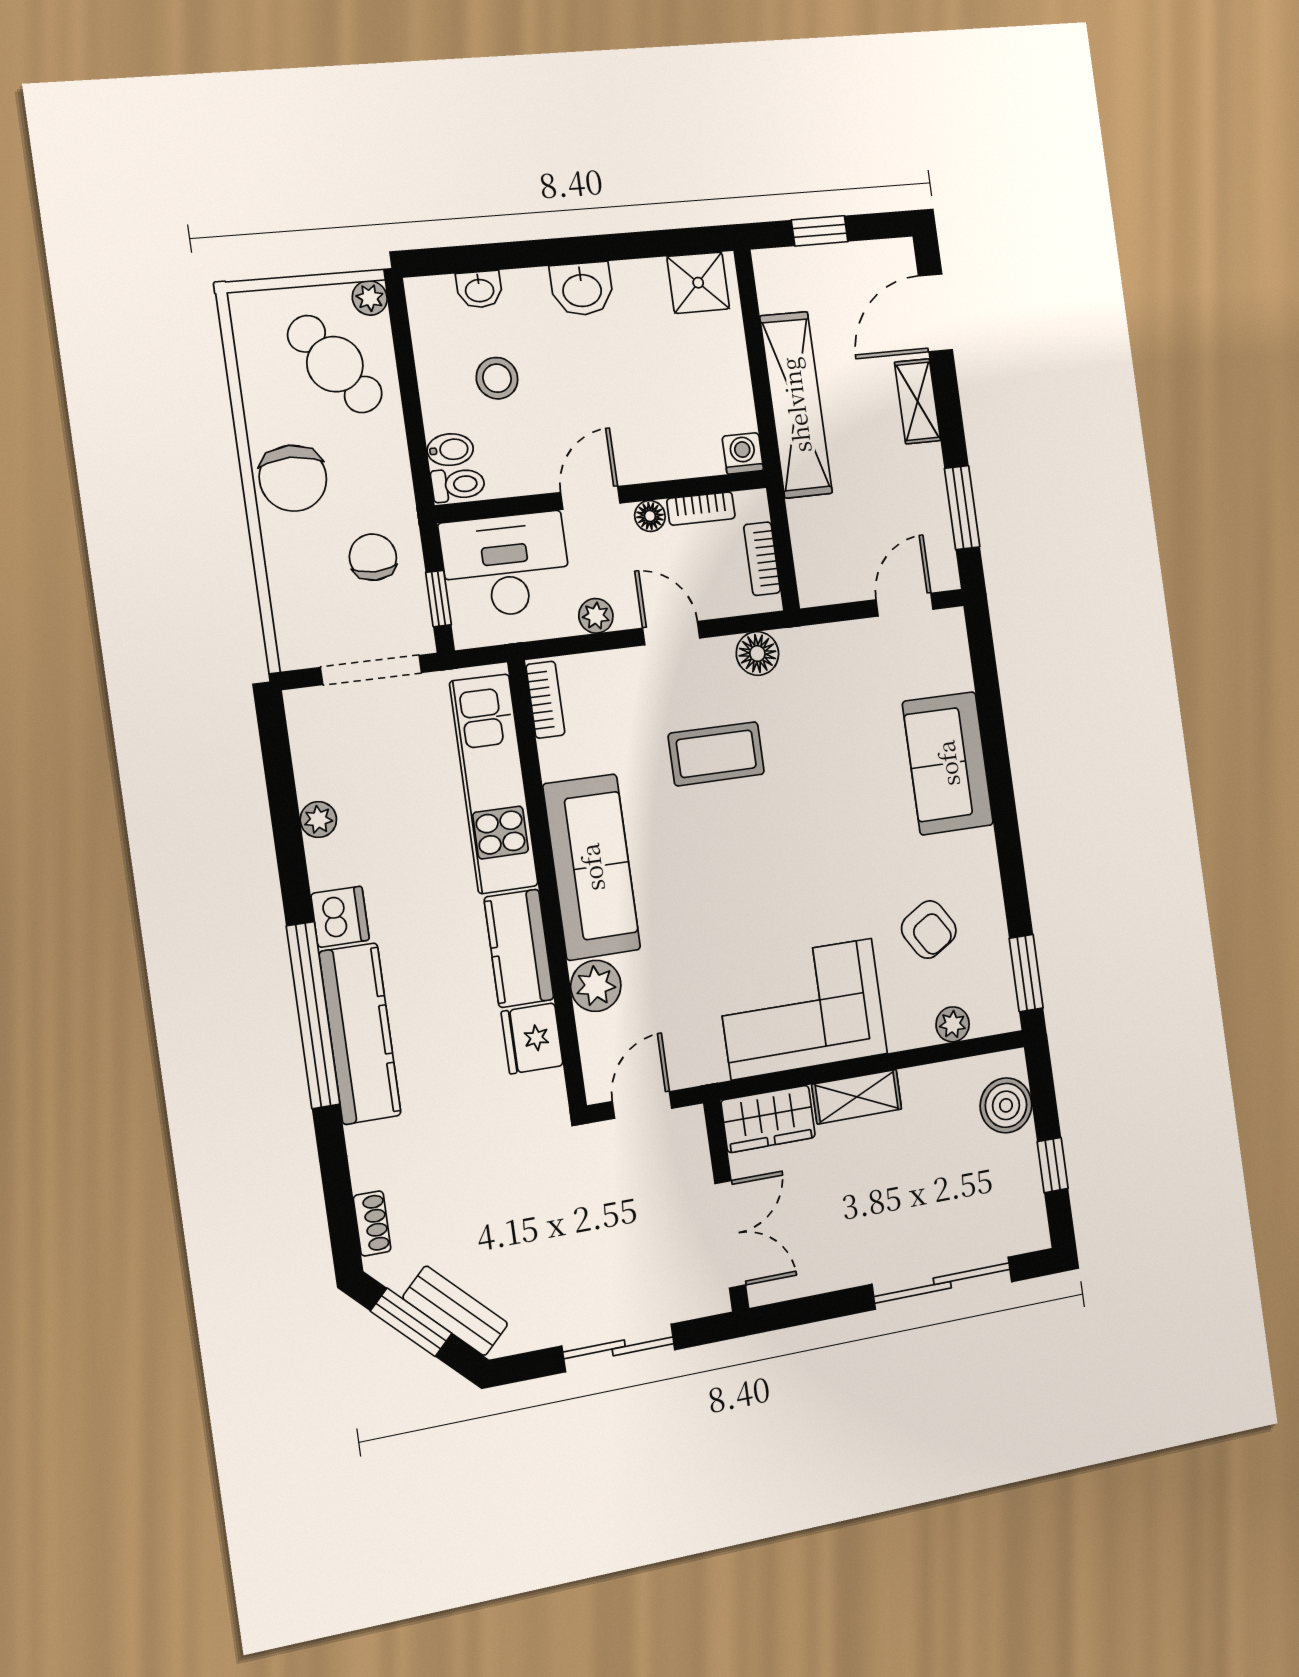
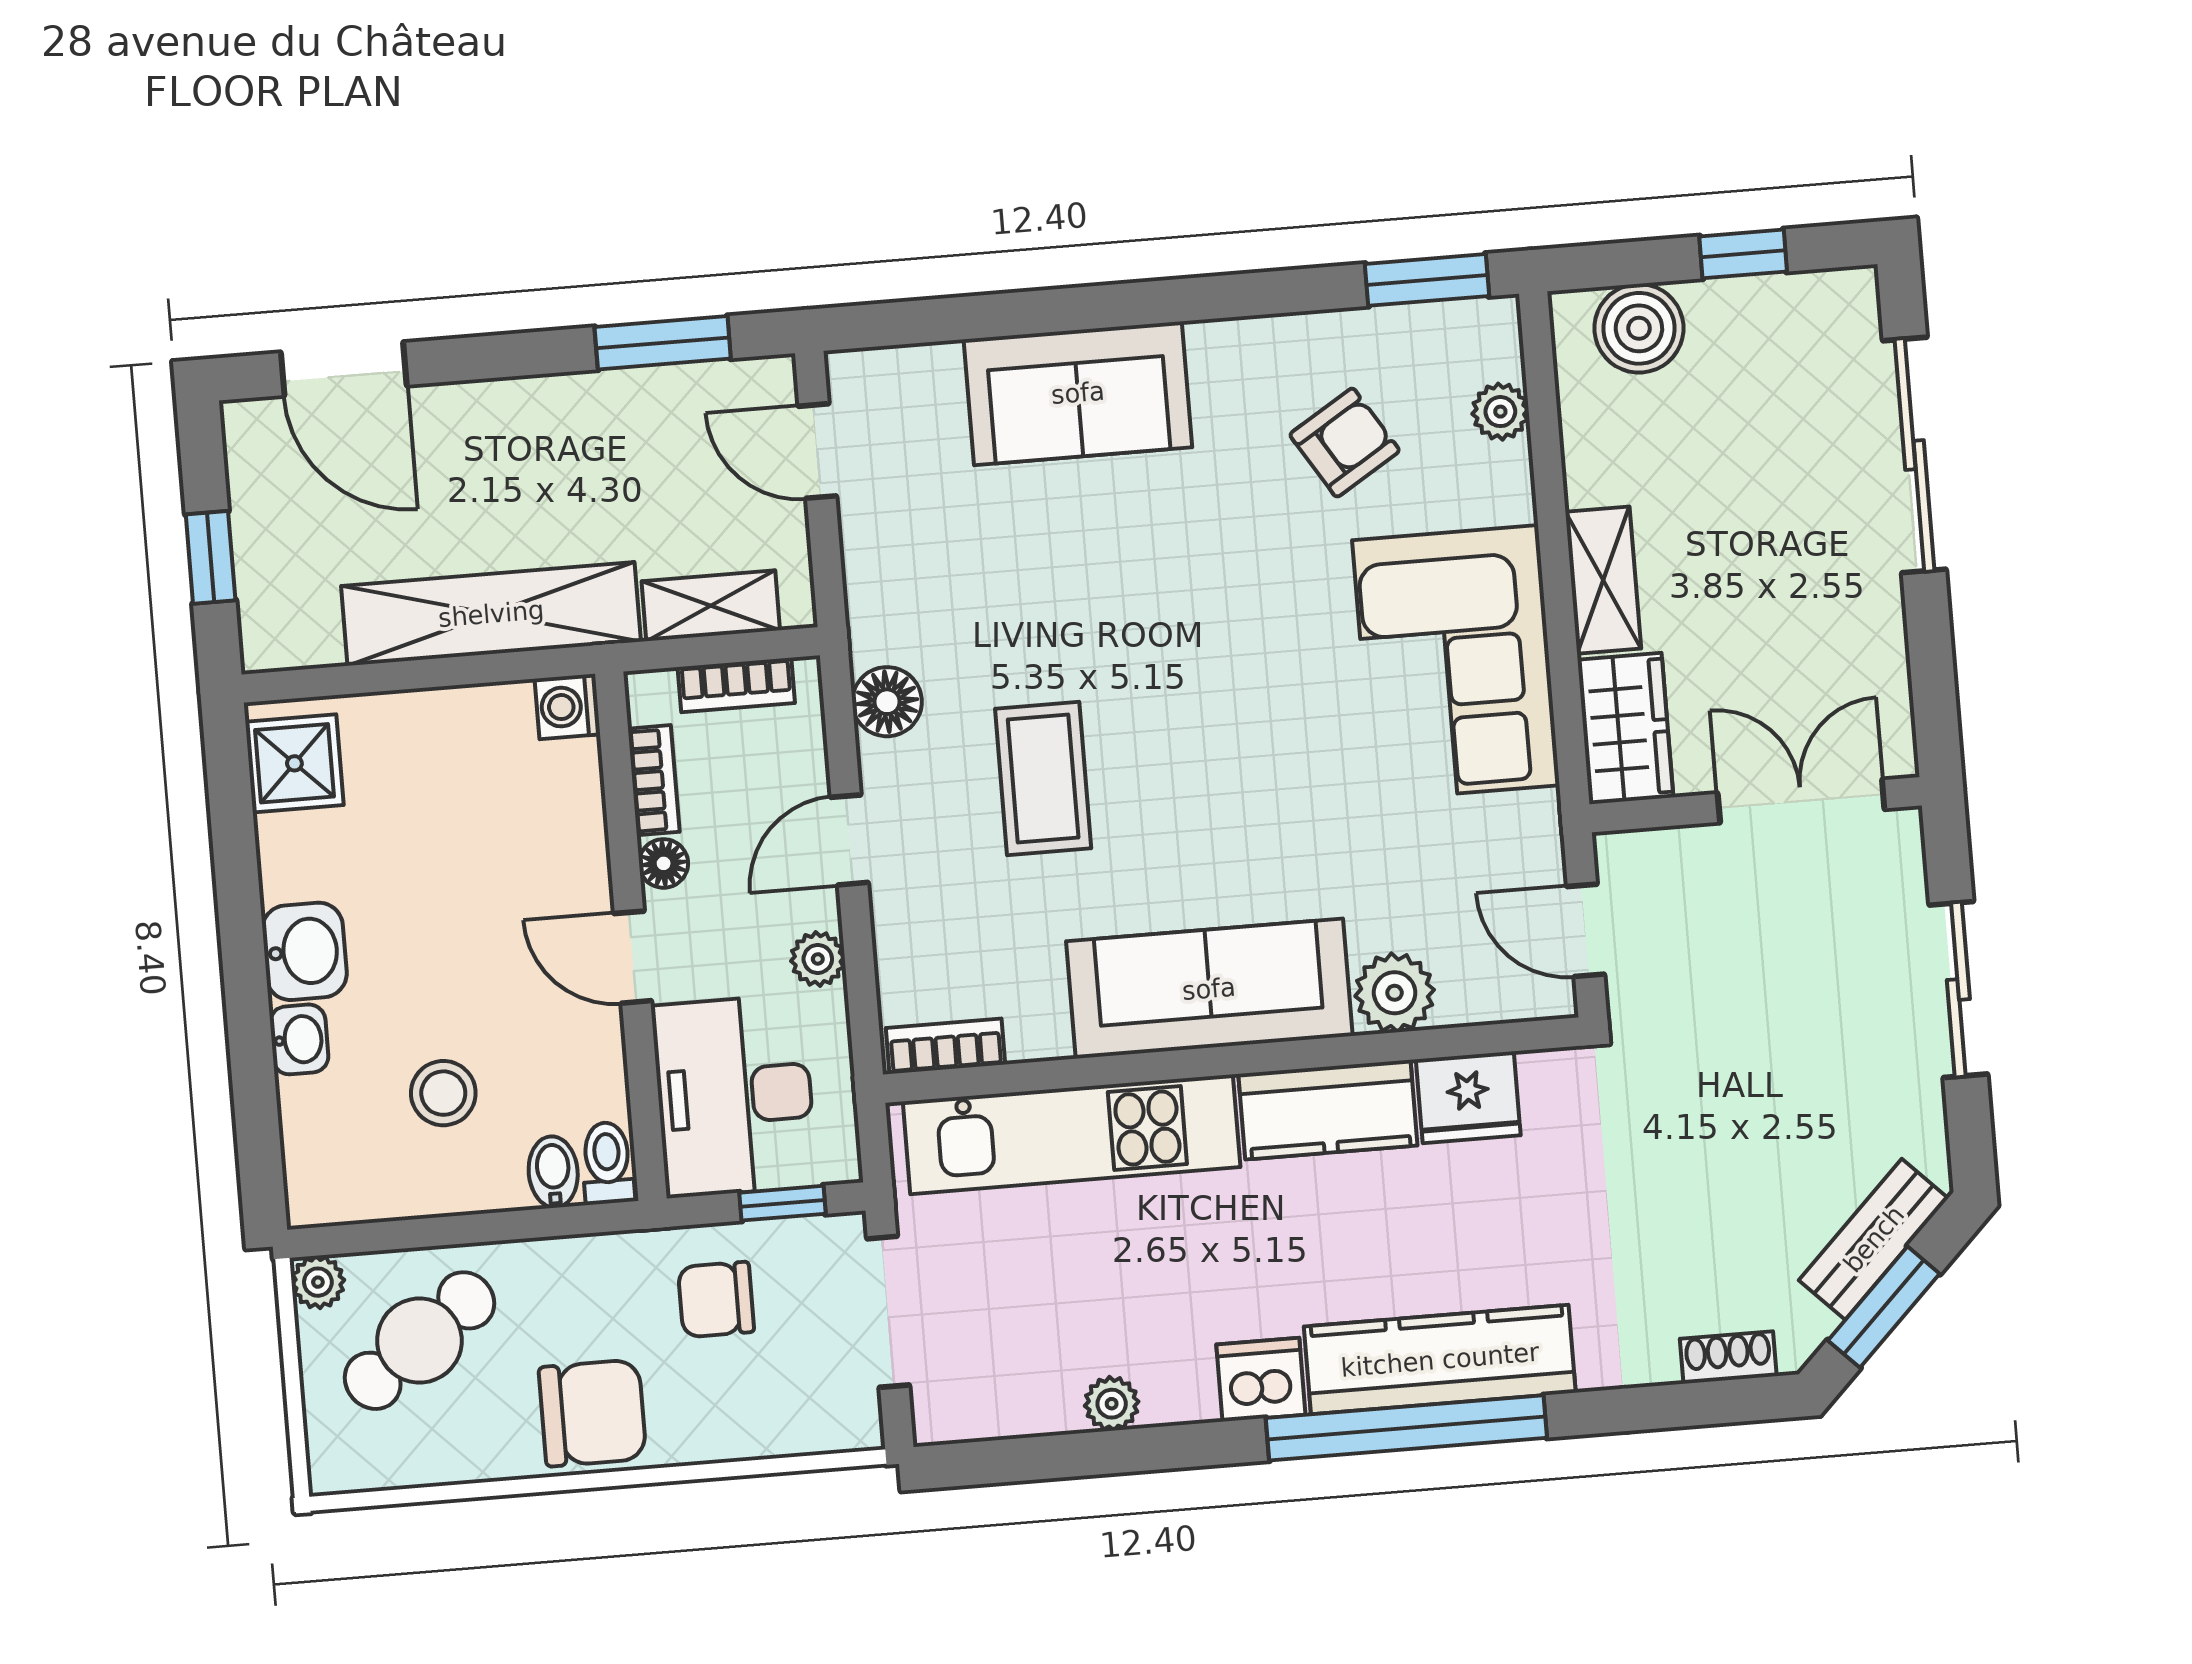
washbasin: (479, 290) -> (299, 1039), moved
shelving: (918, 401) -> (711, 606), moved

